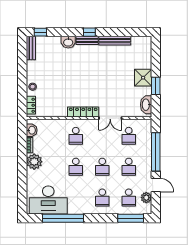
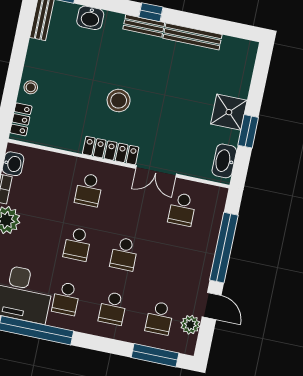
washbasin: (68, 42) -> (90, 18), moved
stool: (82, 84) -> (119, 101), added
school desk: (129, 167) -> (66, 299), moved

